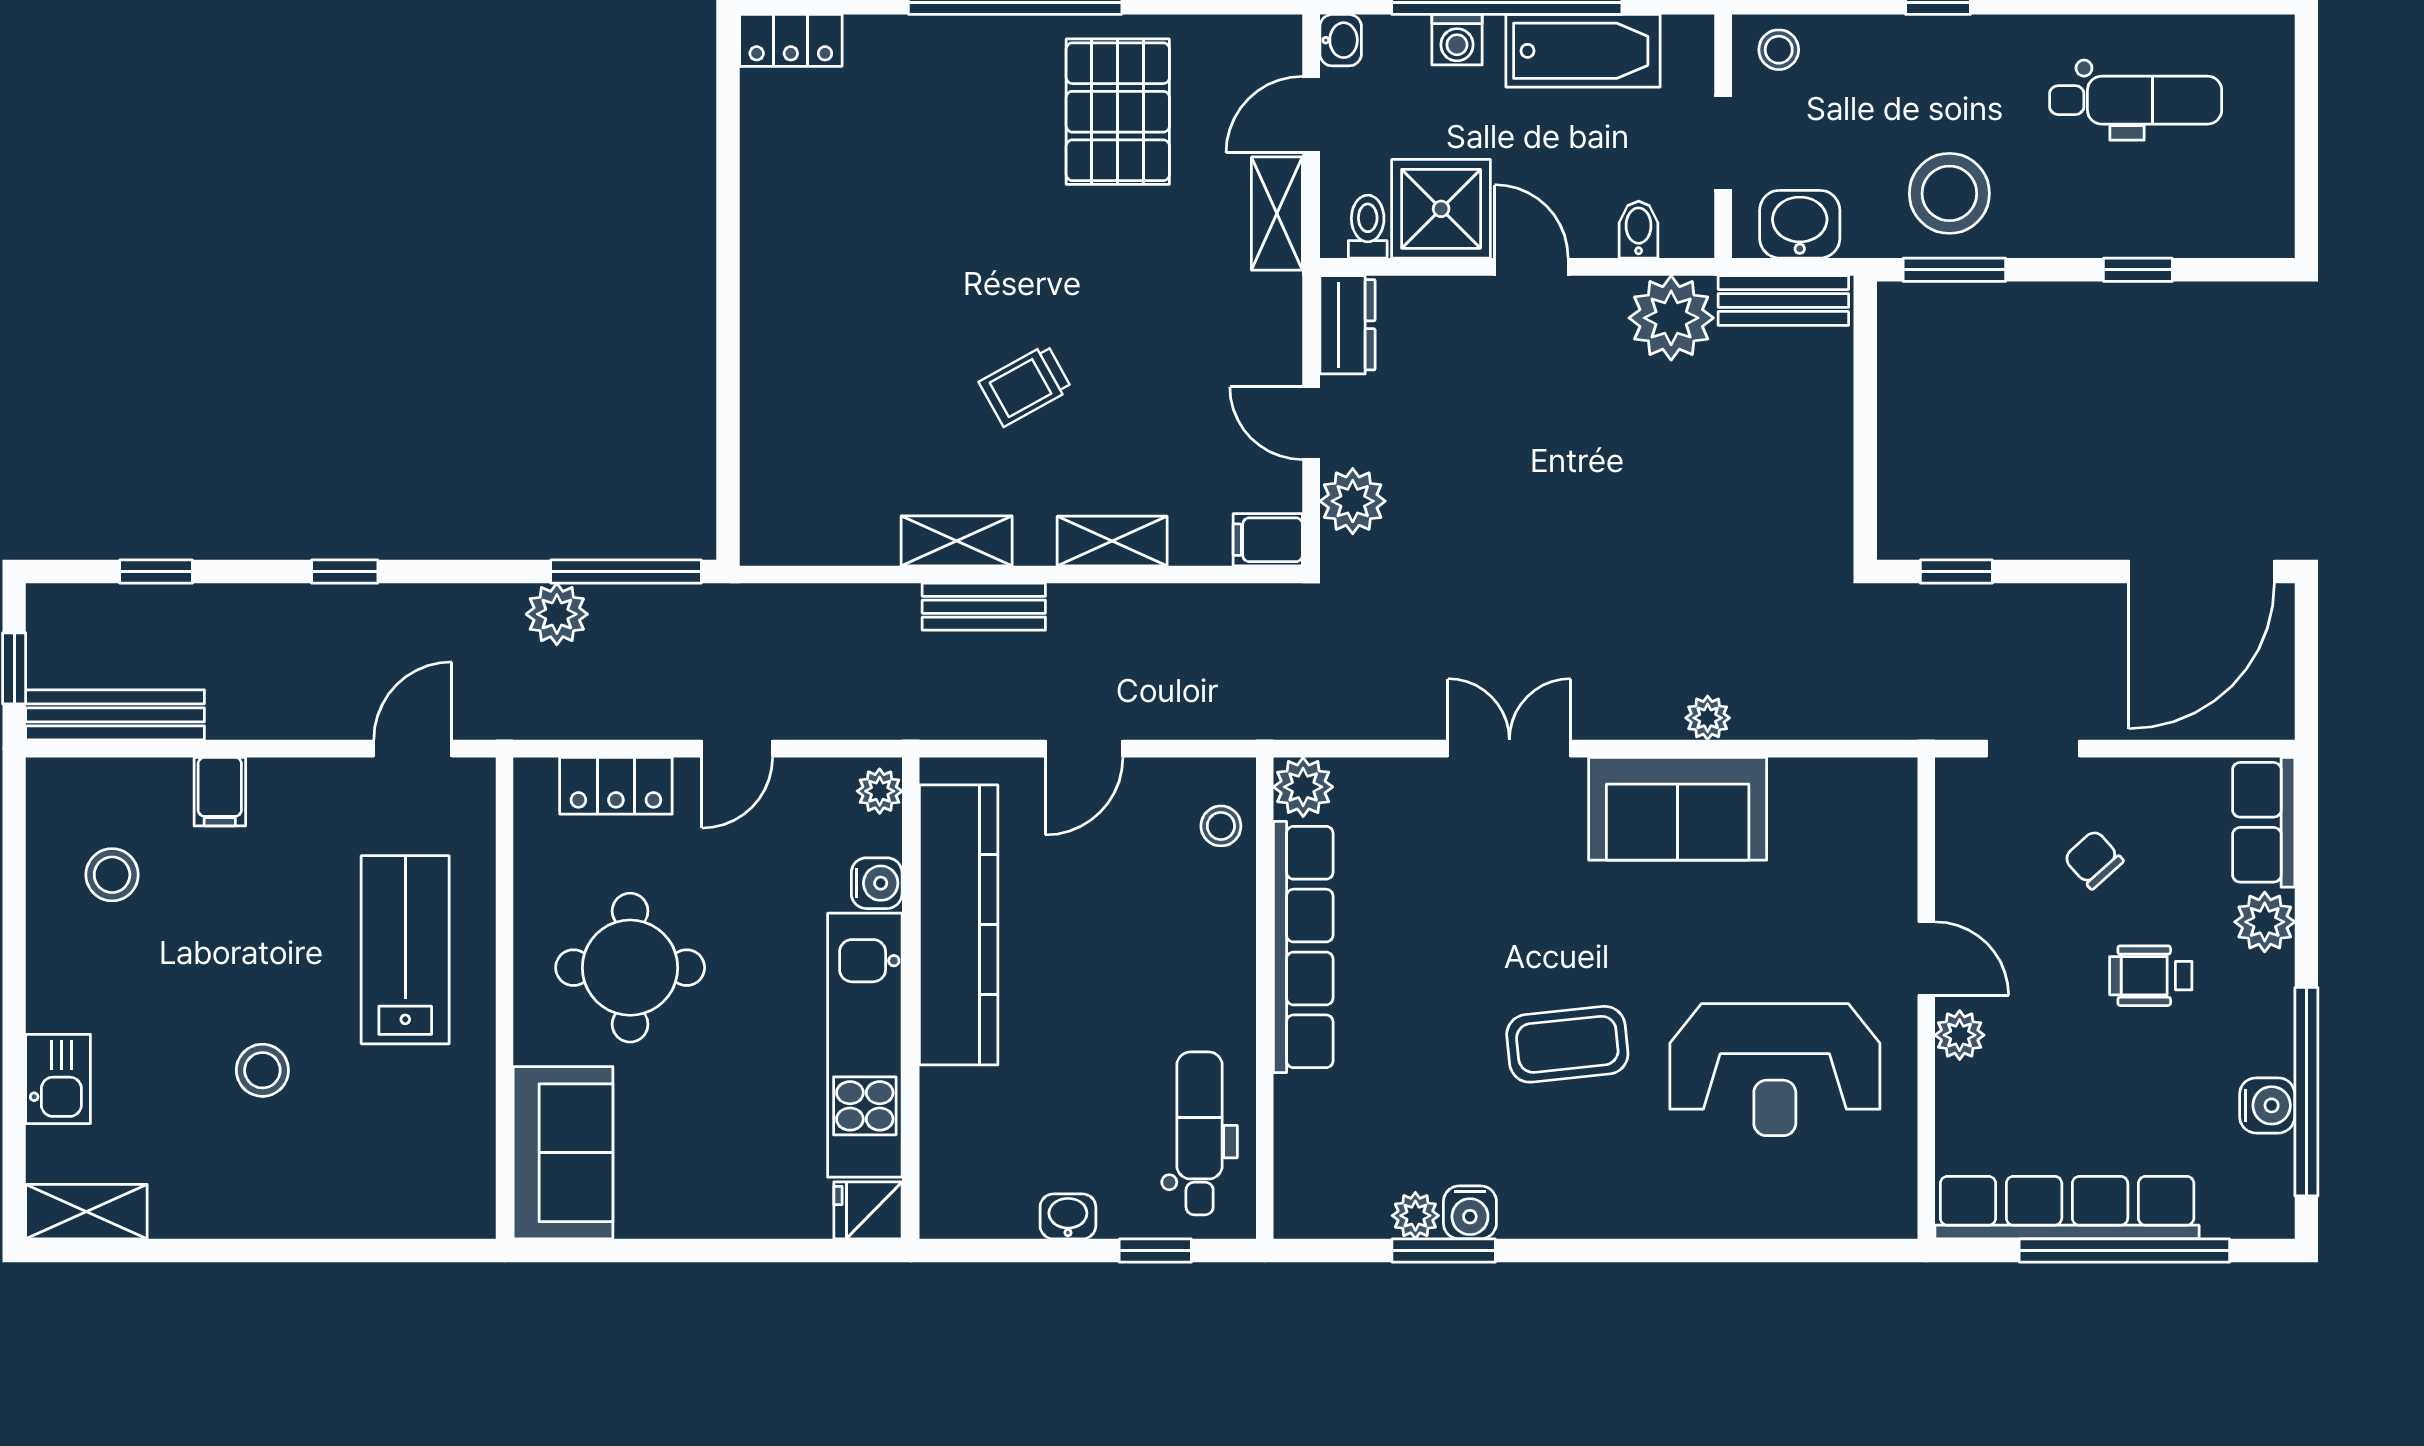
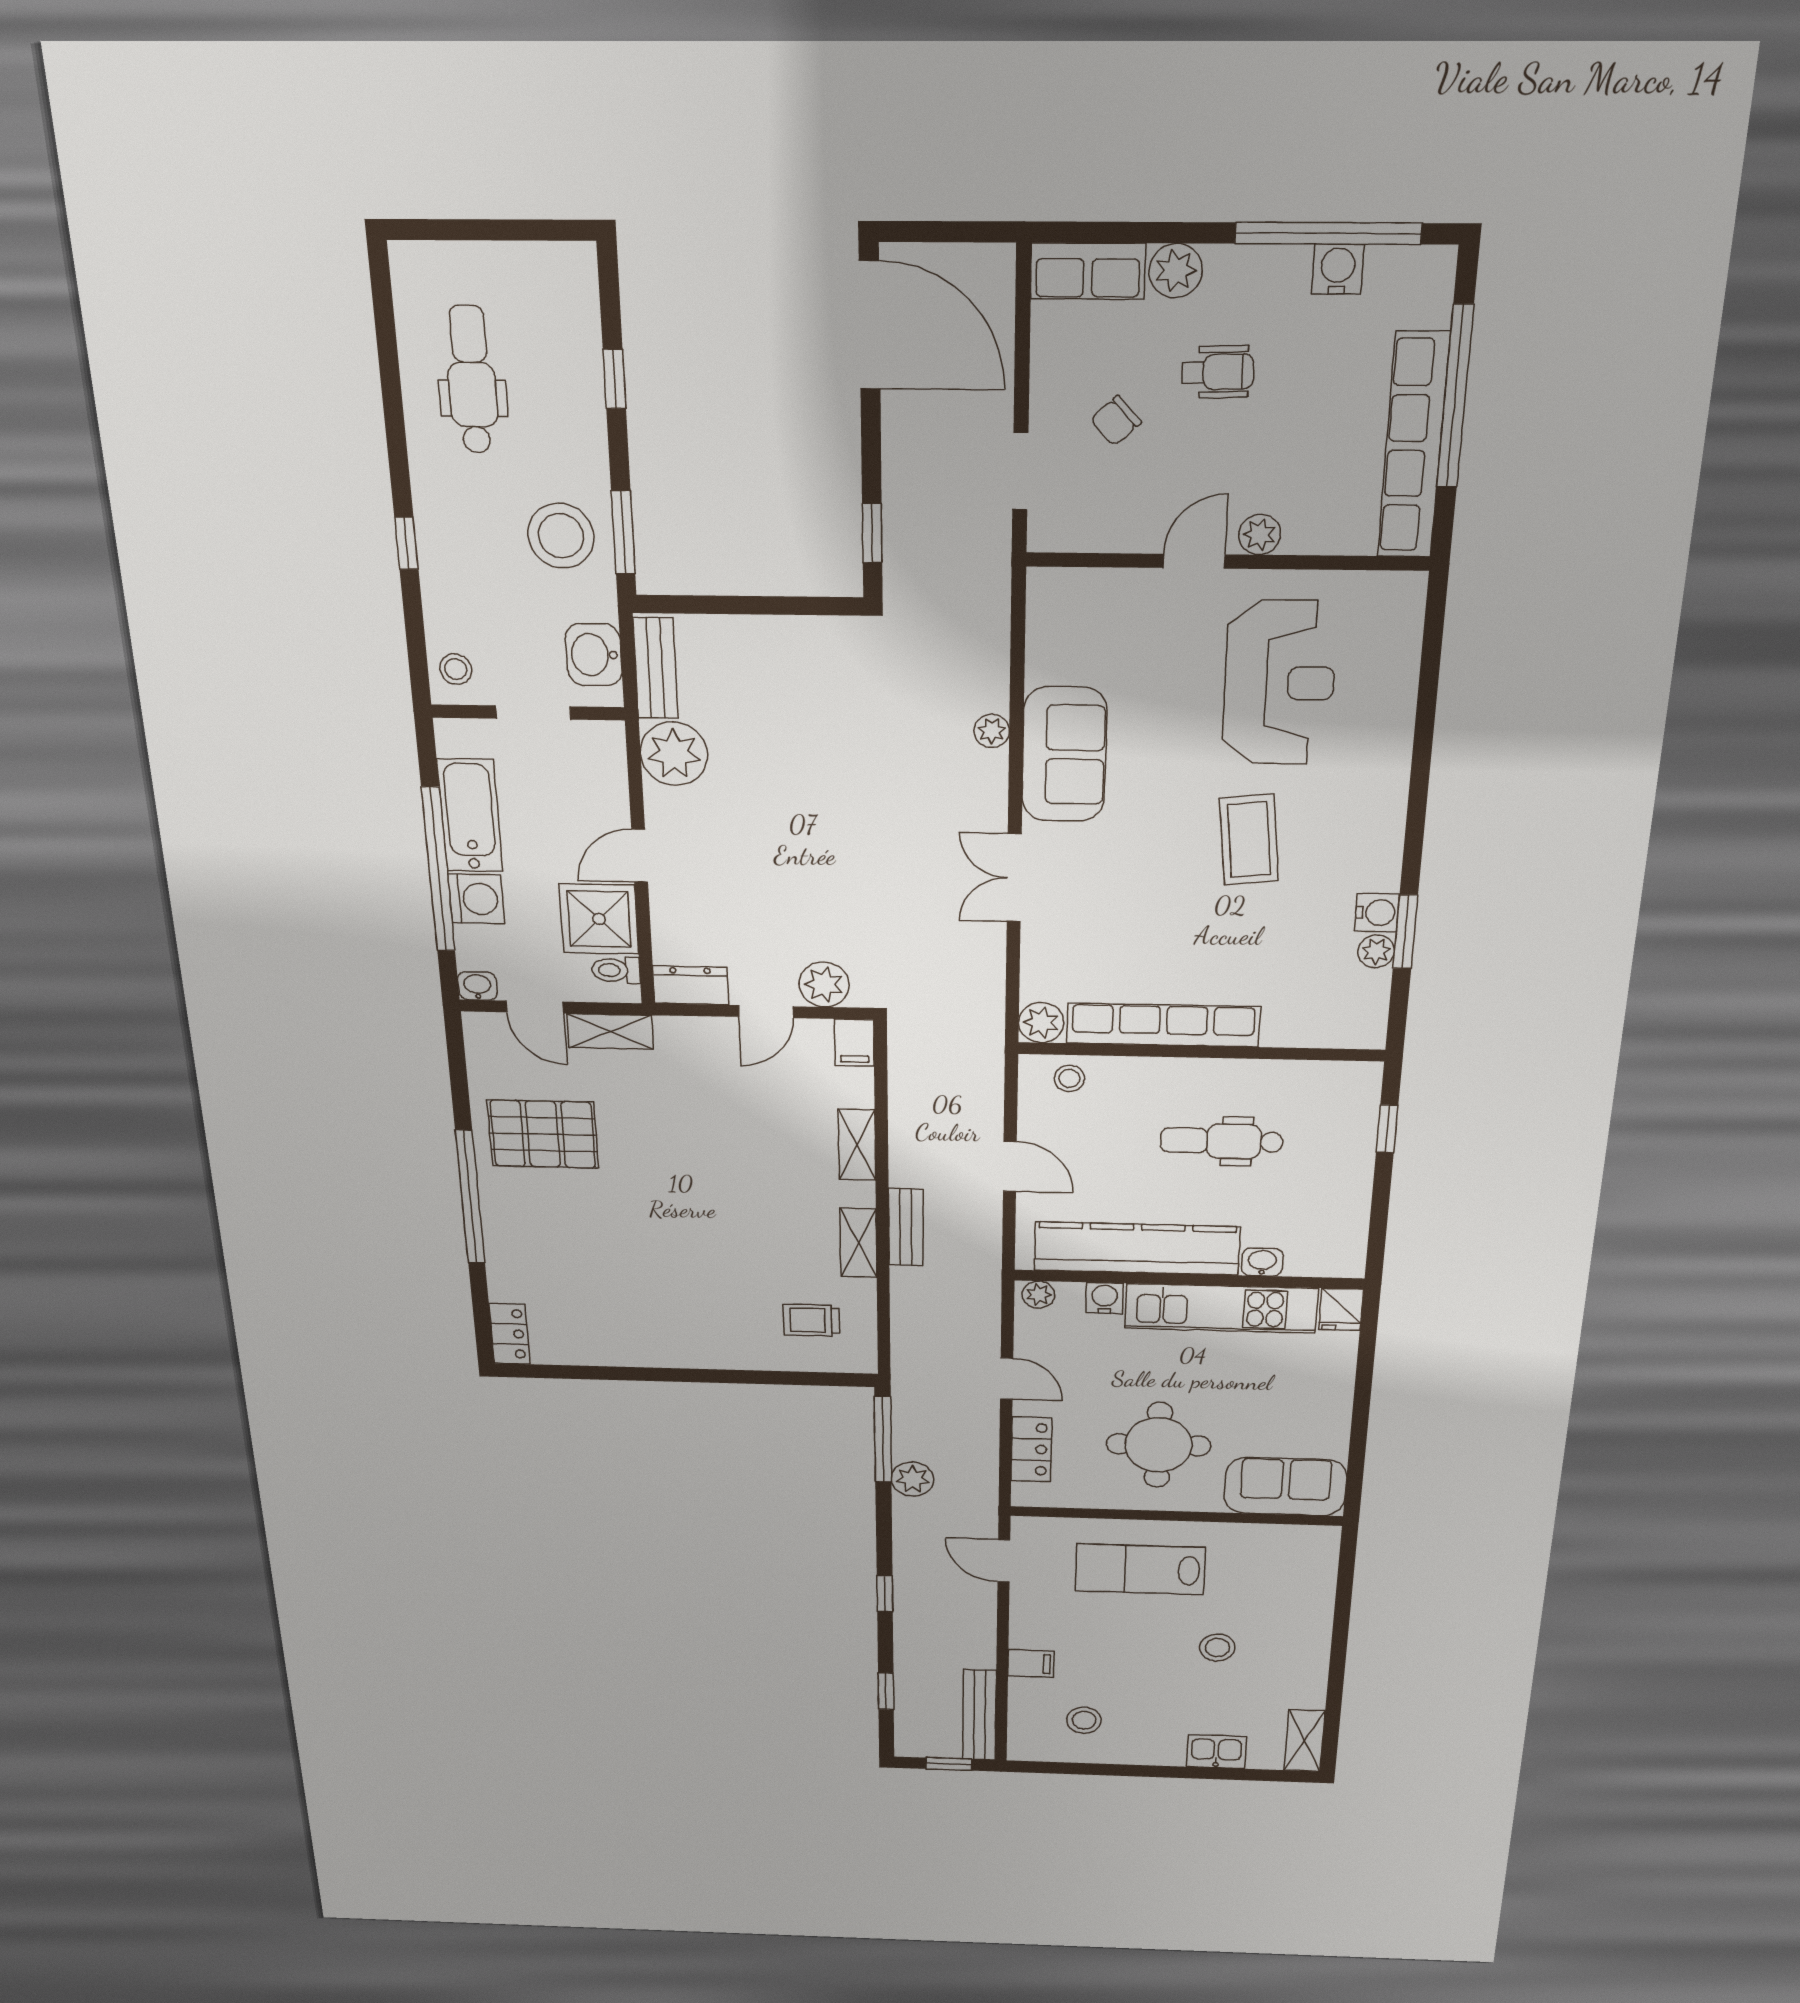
washing machine: (1457, 40) -> (476, 899), width x1.38, depth x1.38
bidet: (1639, 230) -> (606, 777), removed
trolley: (1025, 385) -> (811, 1320), moved, turned 119
wheelchair: (2151, 976) -> (1218, 372), turned -92
dental chair: (1200, 1133) -> (1222, 1141), moved
washbasin: (1068, 1216) -> (1262, 1262), moved, turned 90

